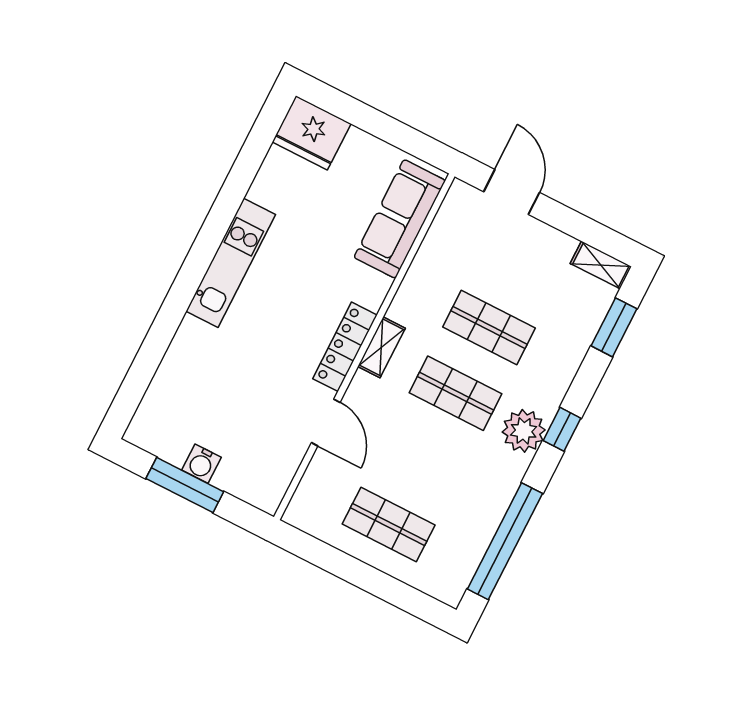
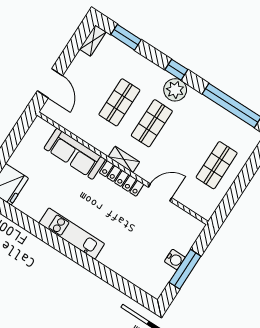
door: (512, 192) -> (50, 83), swing flipped
sofa: (400, 219) -> (75, 154), moved

